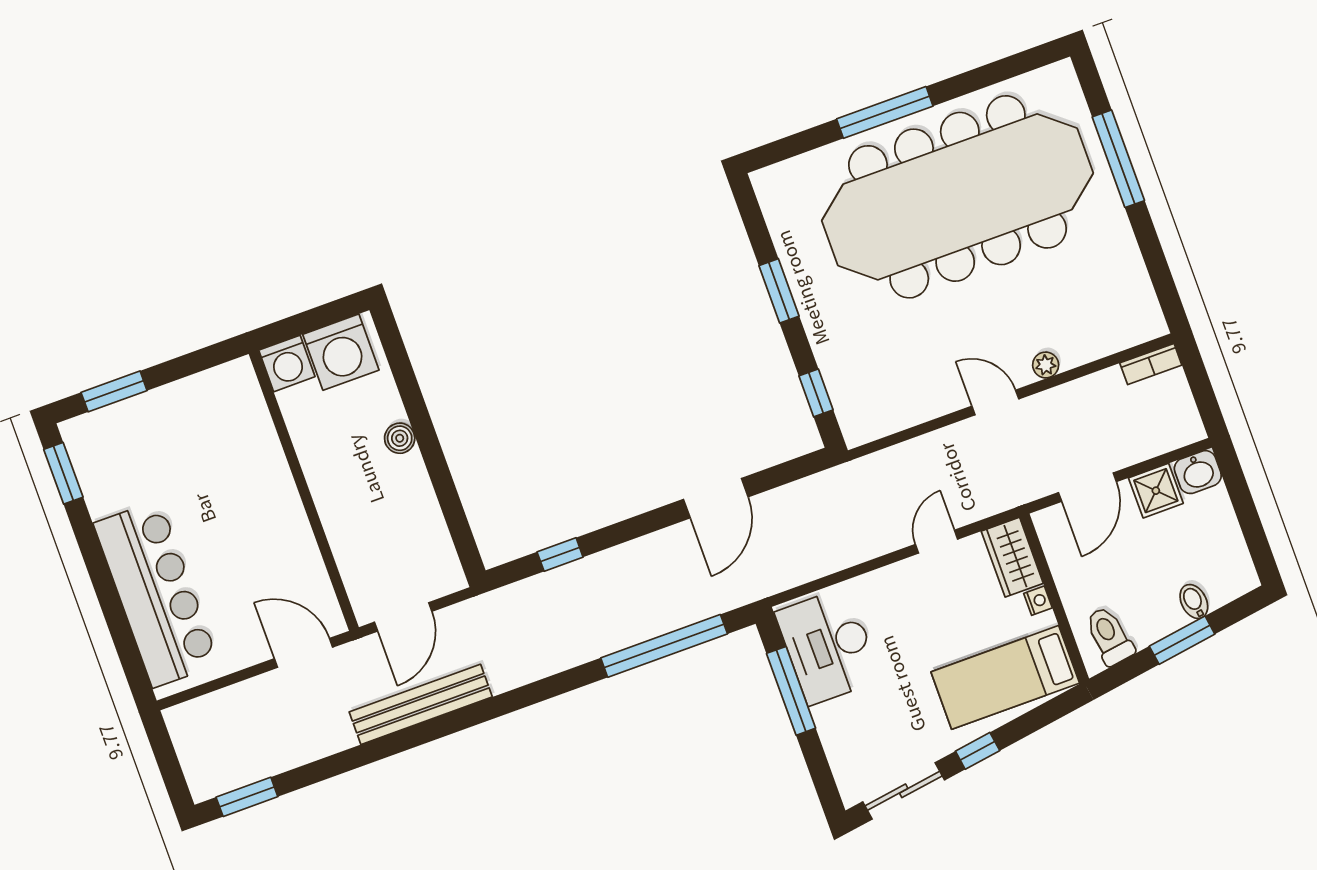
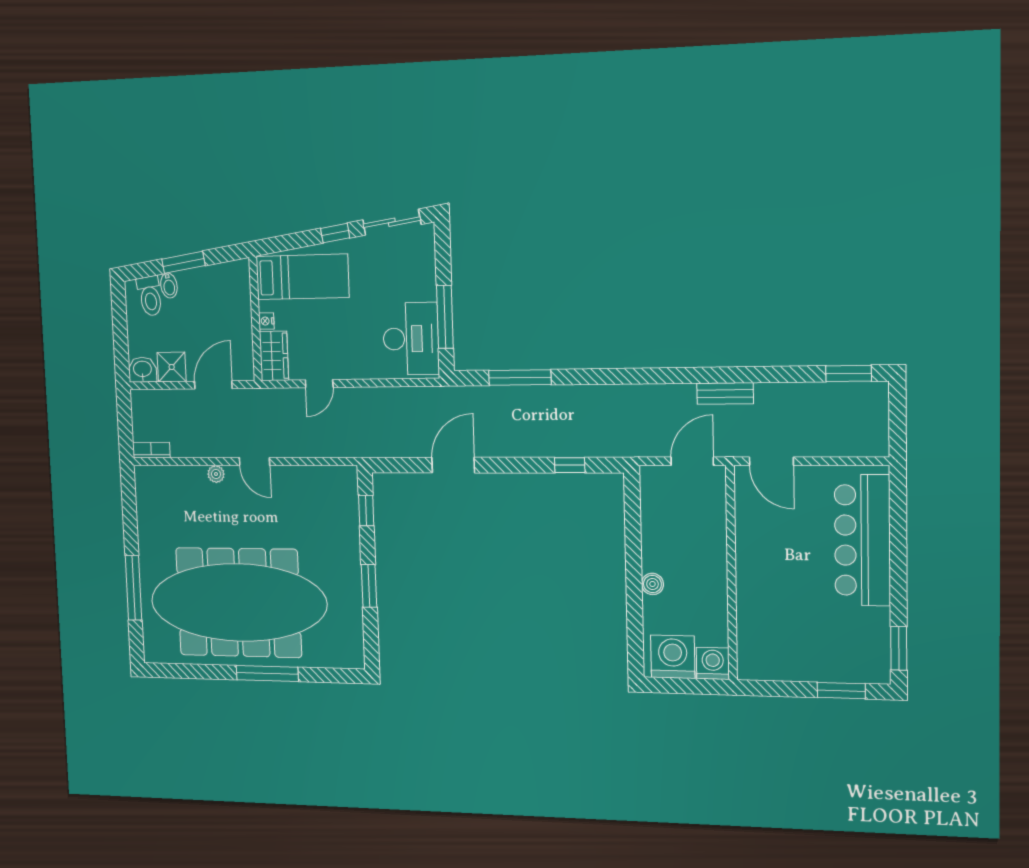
toilet: (1109, 636) -> (150, 296), moved
window: (664, 646) -> (520, 378), width x0.68
bench: (421, 704) -> (725, 393), width x0.54, depth x0.82

